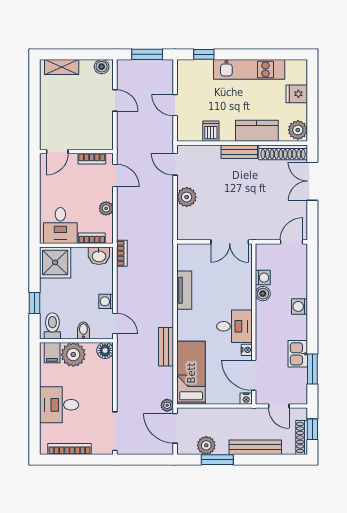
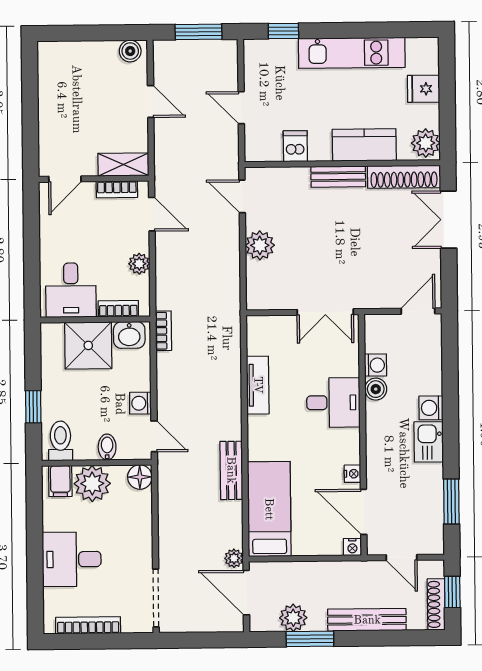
shelving: (62, 67) -> (123, 165), moved
shower: (55, 262) -> (88, 345), moved
desk: (234, 326) -> (333, 403), moved
kitchen sink: (298, 354) -> (429, 442), moved

